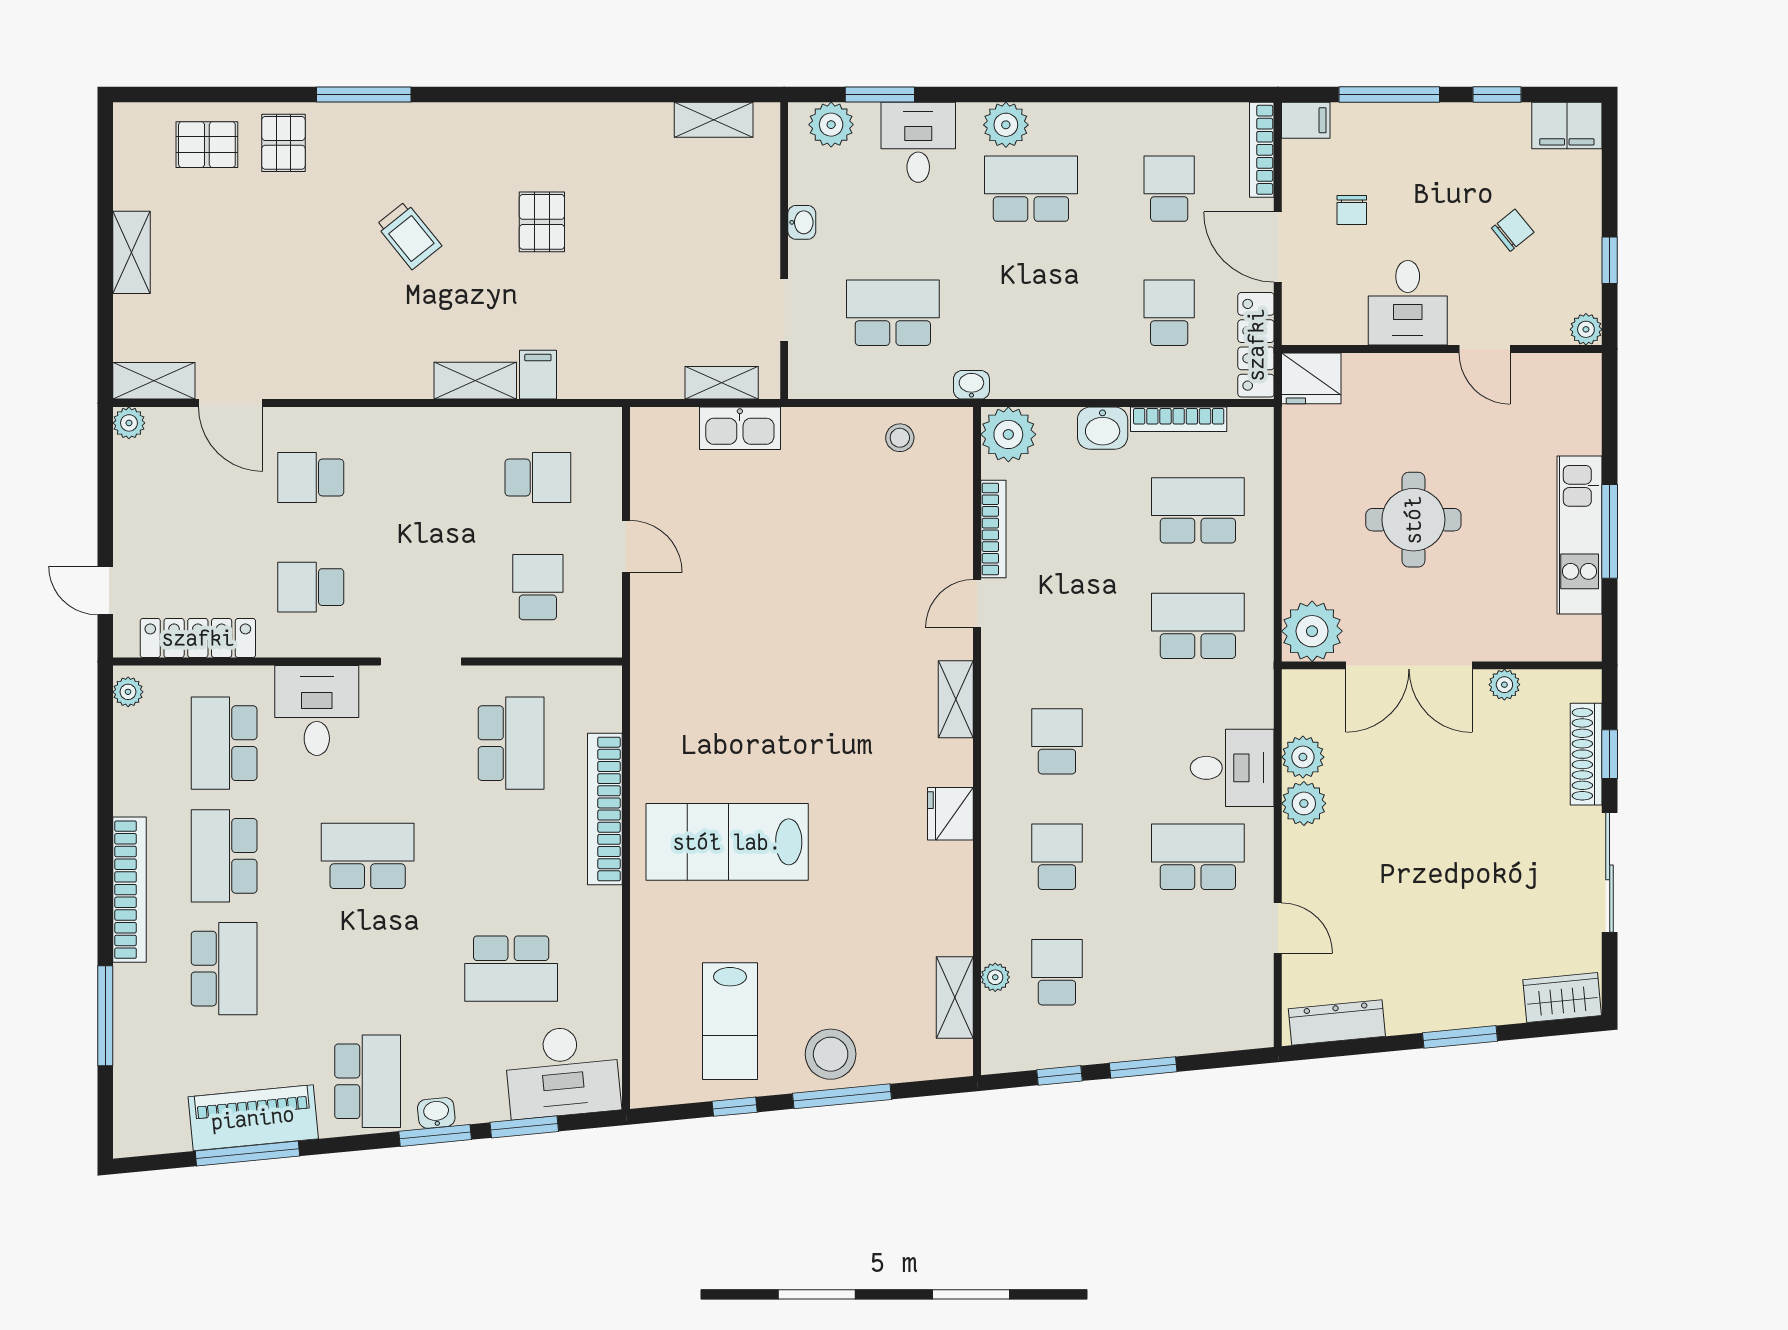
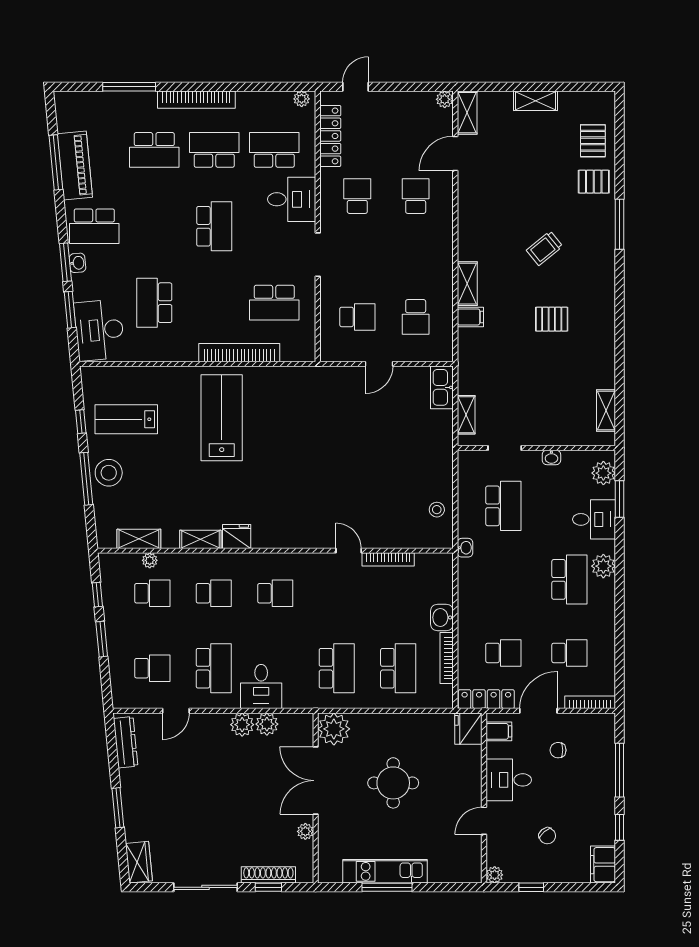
filing cabinet: (1306, 120) -> (499, 731), moved, turned -90
kitchen sink: (740, 428) -> (442, 387), moved
plant: (1008, 434) -> (439, 567), removed
shelving: (956, 699) -> (200, 539), moved
school desk: (1198, 972) -> (152, 668), added

